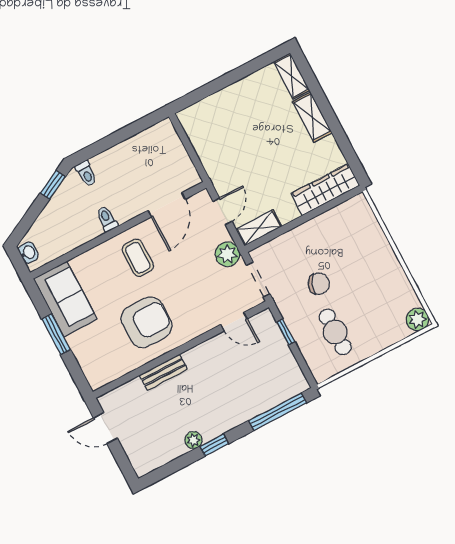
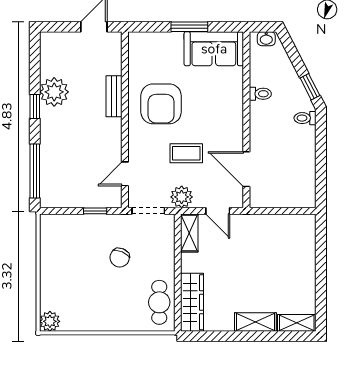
toilet: (107, 219) -> (260, 94), moved
coffee table: (138, 258) -> (186, 153), moved
cafe table: (335, 332) -> (159, 302), moved, turned 90
plant: (193, 440) -> (54, 92), width x1.87, depth x1.87

